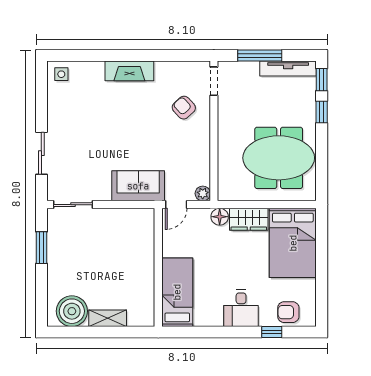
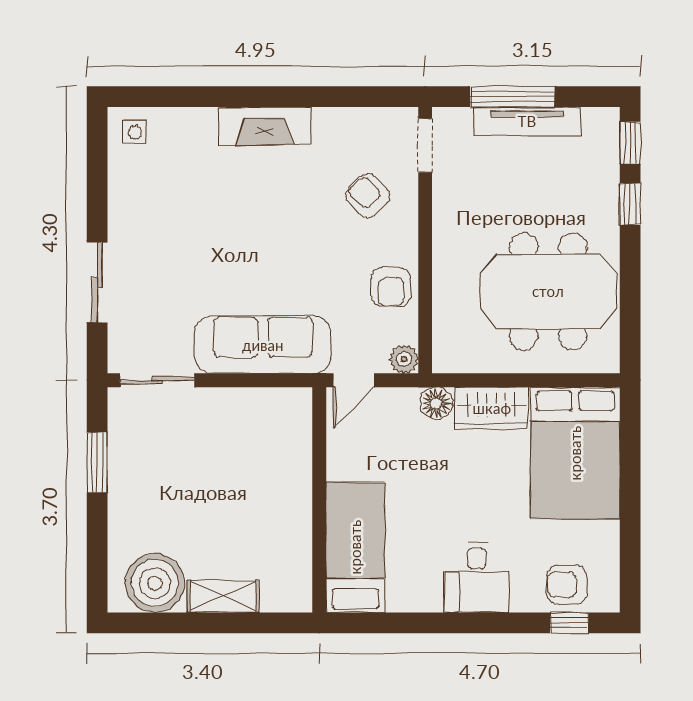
tv unit: (288, 69) -> (527, 121), moved
armchair: (196, 156) -> (391, 287), added
sofa: (138, 186) -> (263, 345), width x1.36
window: (272, 332) -> (569, 623), moved

